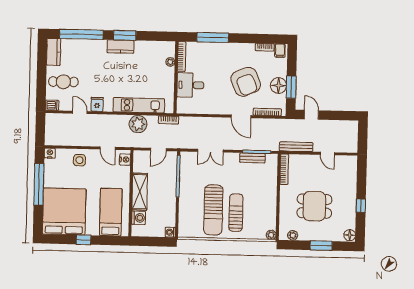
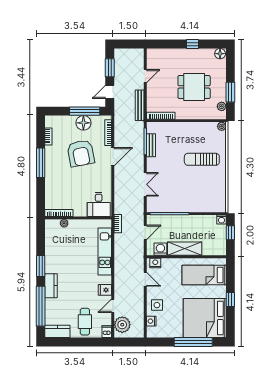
window: (213, 38) -> (41, 163), moved
kitchen counter: (121, 47) -> (51, 286), moved
filing cabinet: (280, 51) -> (51, 122), removed
armchair: (246, 82) -> (81, 153), turned 102
desk: (190, 85) -> (99, 204), moved
window: (291, 87) -> (85, 111), width x1.44
window: (337, 115) -> (110, 68), added
plant: (138, 124) -> (122, 325), moved
door: (108, 148) -> (145, 279), hinge flipped
door: (158, 149) -> (145, 232), hinge flipped
nightstand: (50, 153) -> (151, 321), moved
window: (39, 184) -> (193, 342), moved
dining table: (314, 206) -> (194, 87), turned 90
sun lounger: (213, 210) -> (200, 180), removed
washing machine: (138, 218) -> (160, 249), moved
window: (156, 242) -> (230, 233), added
window: (321, 246) -> (230, 92), moved

